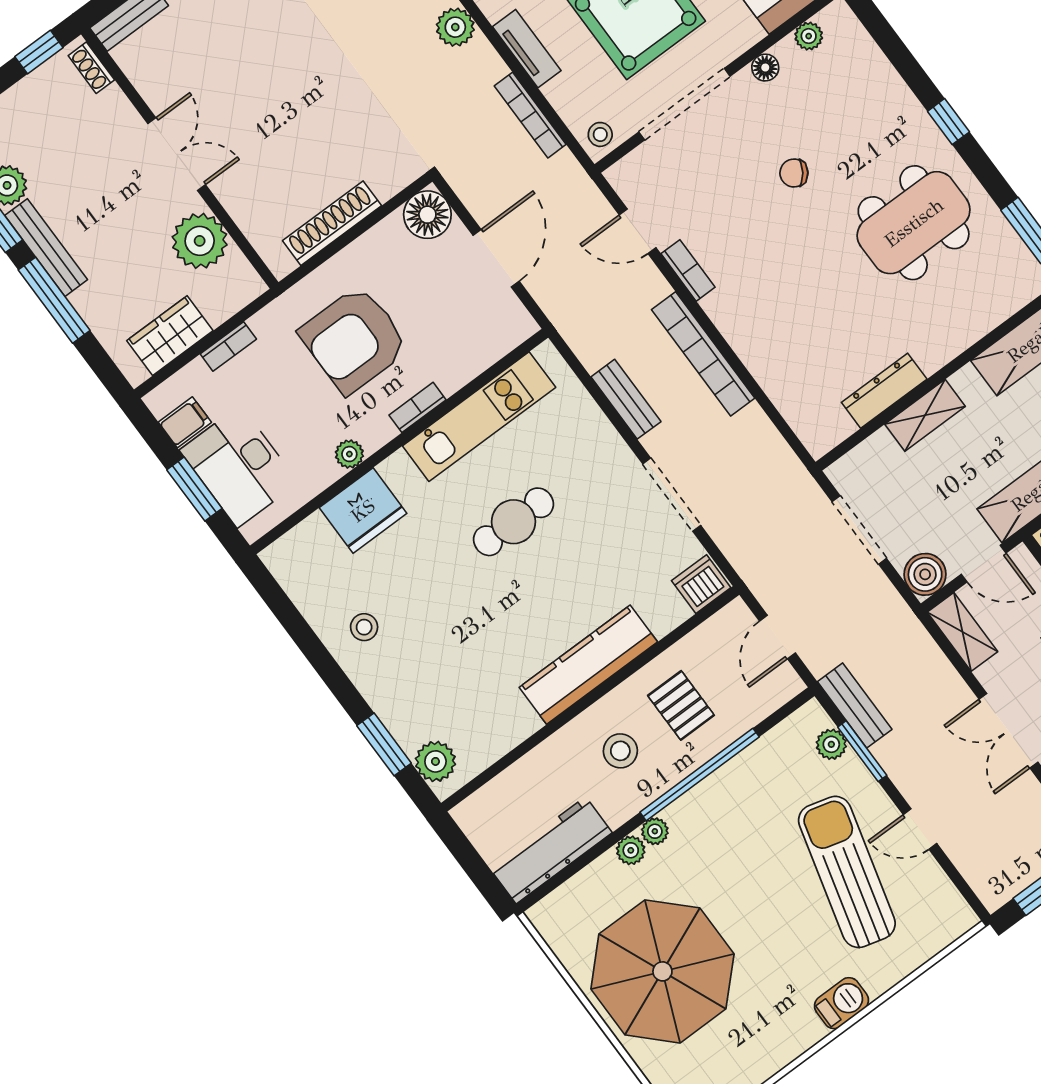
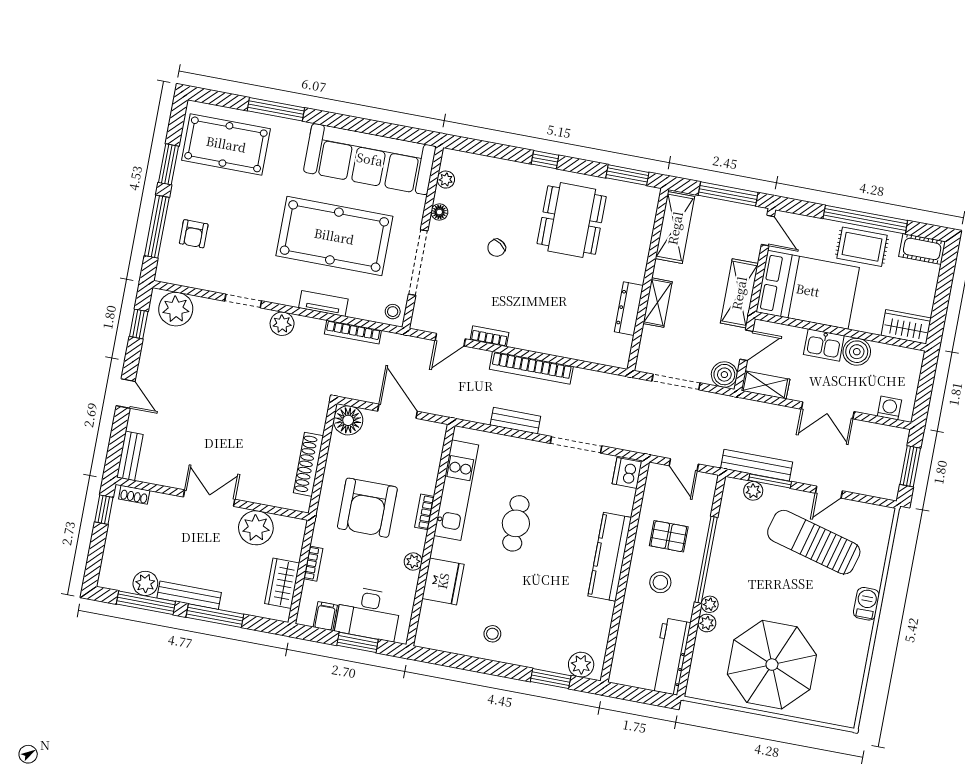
bench: (855, 706) -> (757, 465), width x1.36

